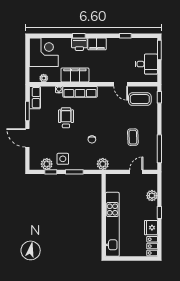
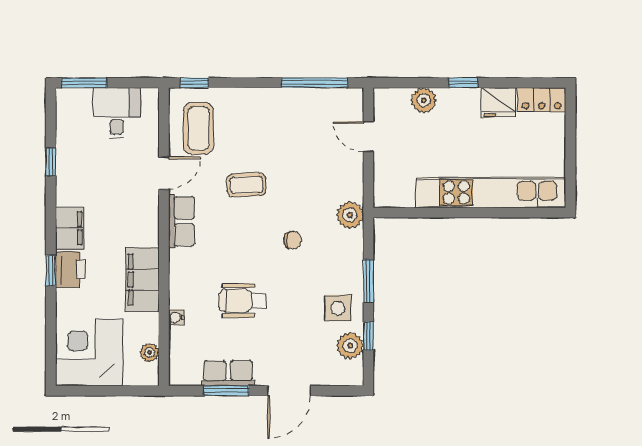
row of seats: (80, 92) -> (182, 221), moved, width x0.68
row of seats: (35, 98) -> (228, 373), moved
coffee table: (133, 137) -> (246, 185), moved

